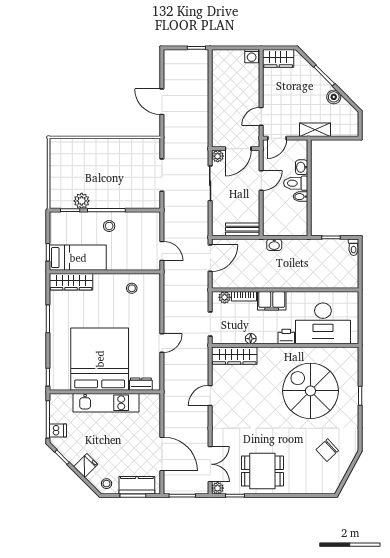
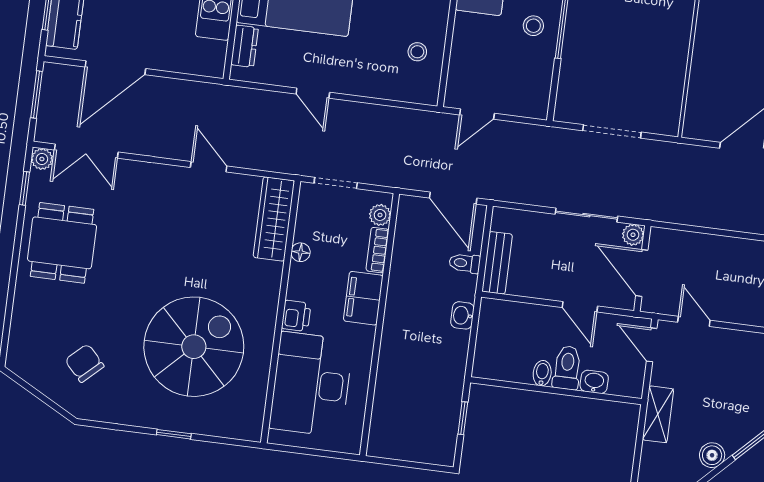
toilet: (354, 247) -> (465, 263), moved

